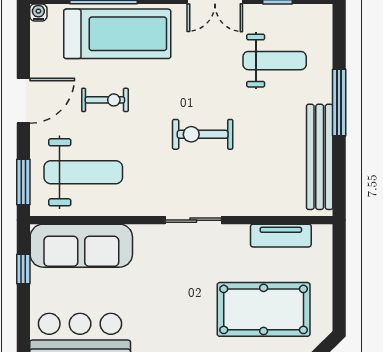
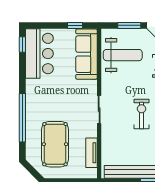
weight bench: (83, 172) -> (123, 55), turned -90
window: (23, 182) -> (129, 25), moved

